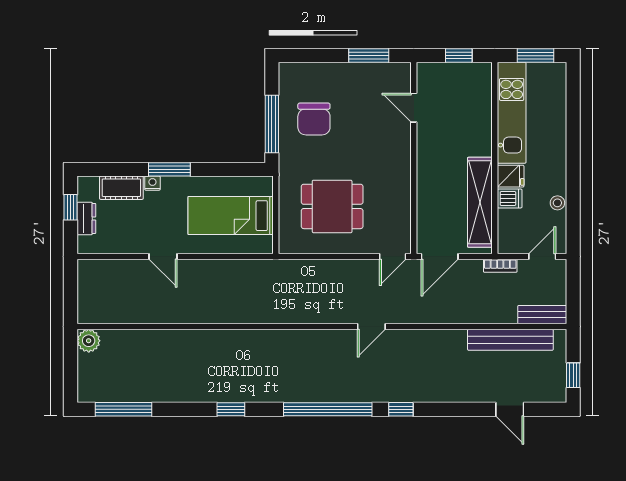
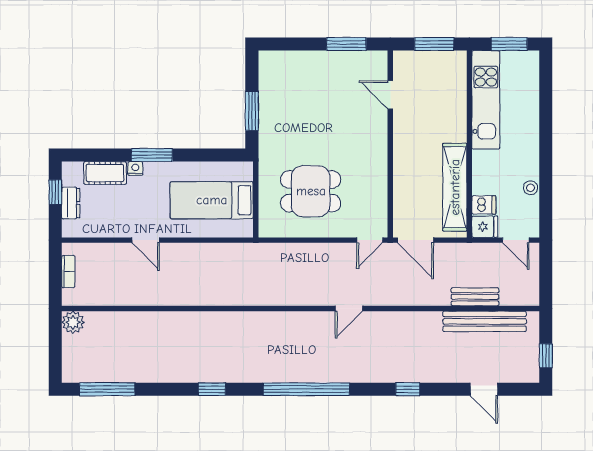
window: (459, 56) -> (434, 44), width x1.50
chair: (314, 119) -> (293, 106), removed
window: (272, 124) -> (252, 111), width x0.69
fridge: (511, 176) -> (485, 227), moved
dishwasher: (510, 198) -> (484, 205), moved
door: (440, 256) -> (415, 240), hinge flipped
door: (542, 256) -> (516, 240), swing flipped
bookcase: (500, 266) -> (68, 272), moved, turned -90
bench: (542, 315) -> (475, 297), moved
window: (401, 409) -> (408, 389), moved

